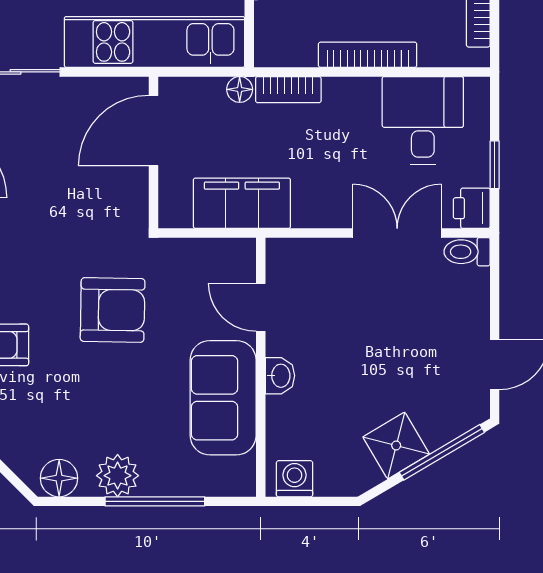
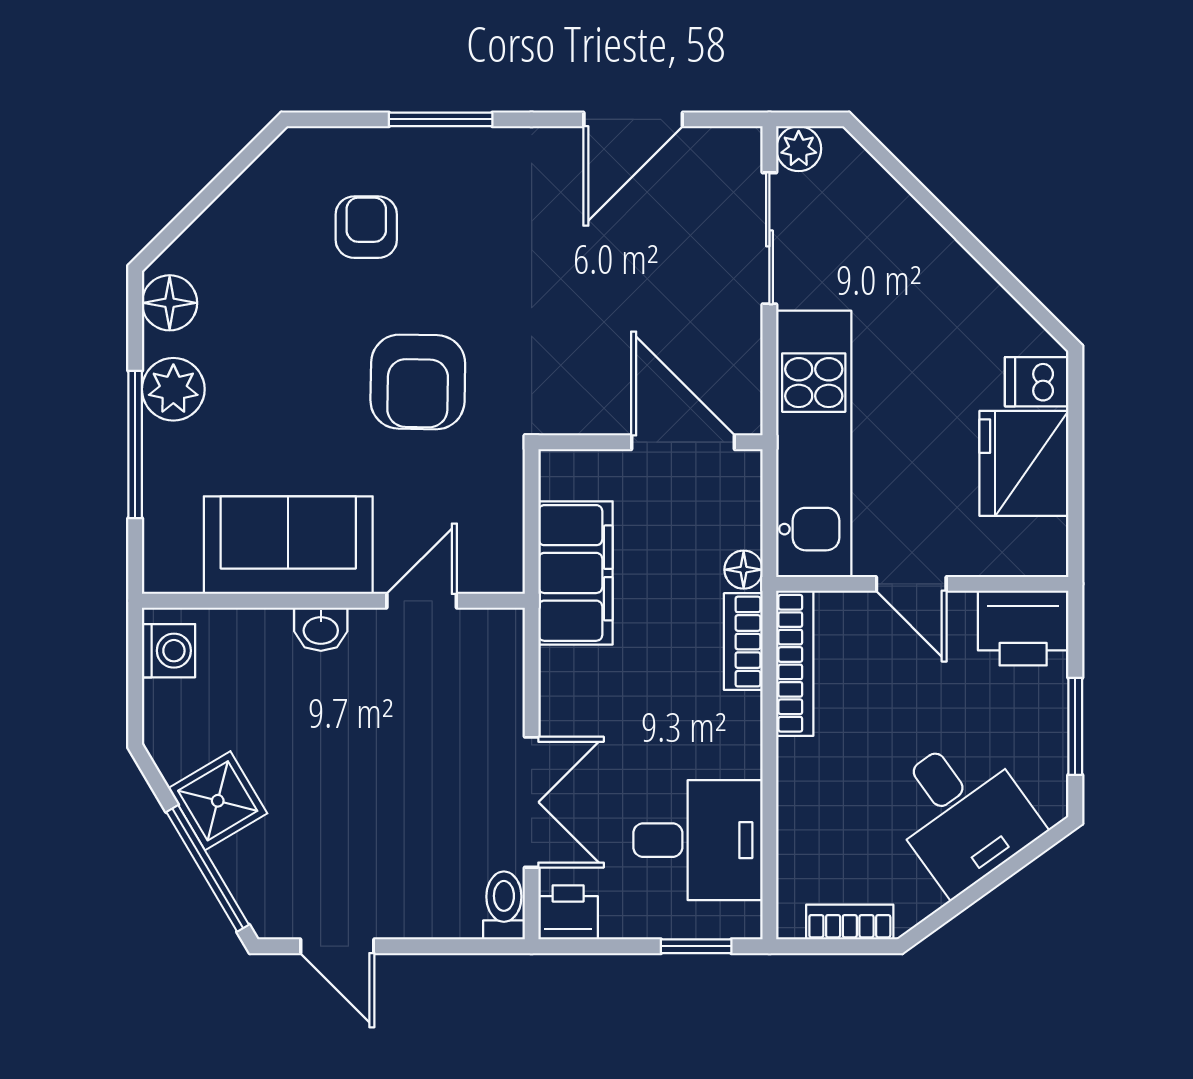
bookcase: (368, 55) -> (795, 663), moved
window: (495, 165) -> (696, 946), moved

